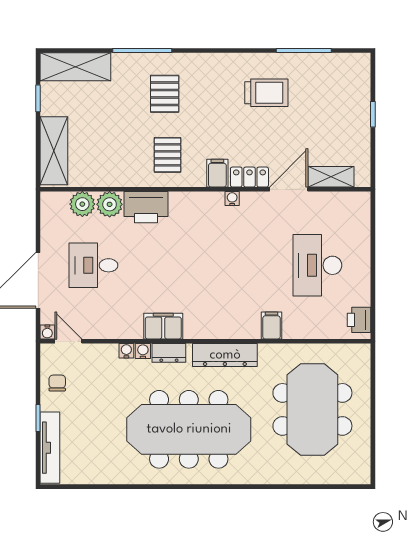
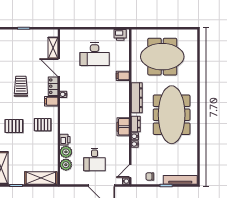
trolley: (266, 93) -> (21, 86), moved
printer: (146, 207) -> (65, 140), width x0.53, depth x0.68

